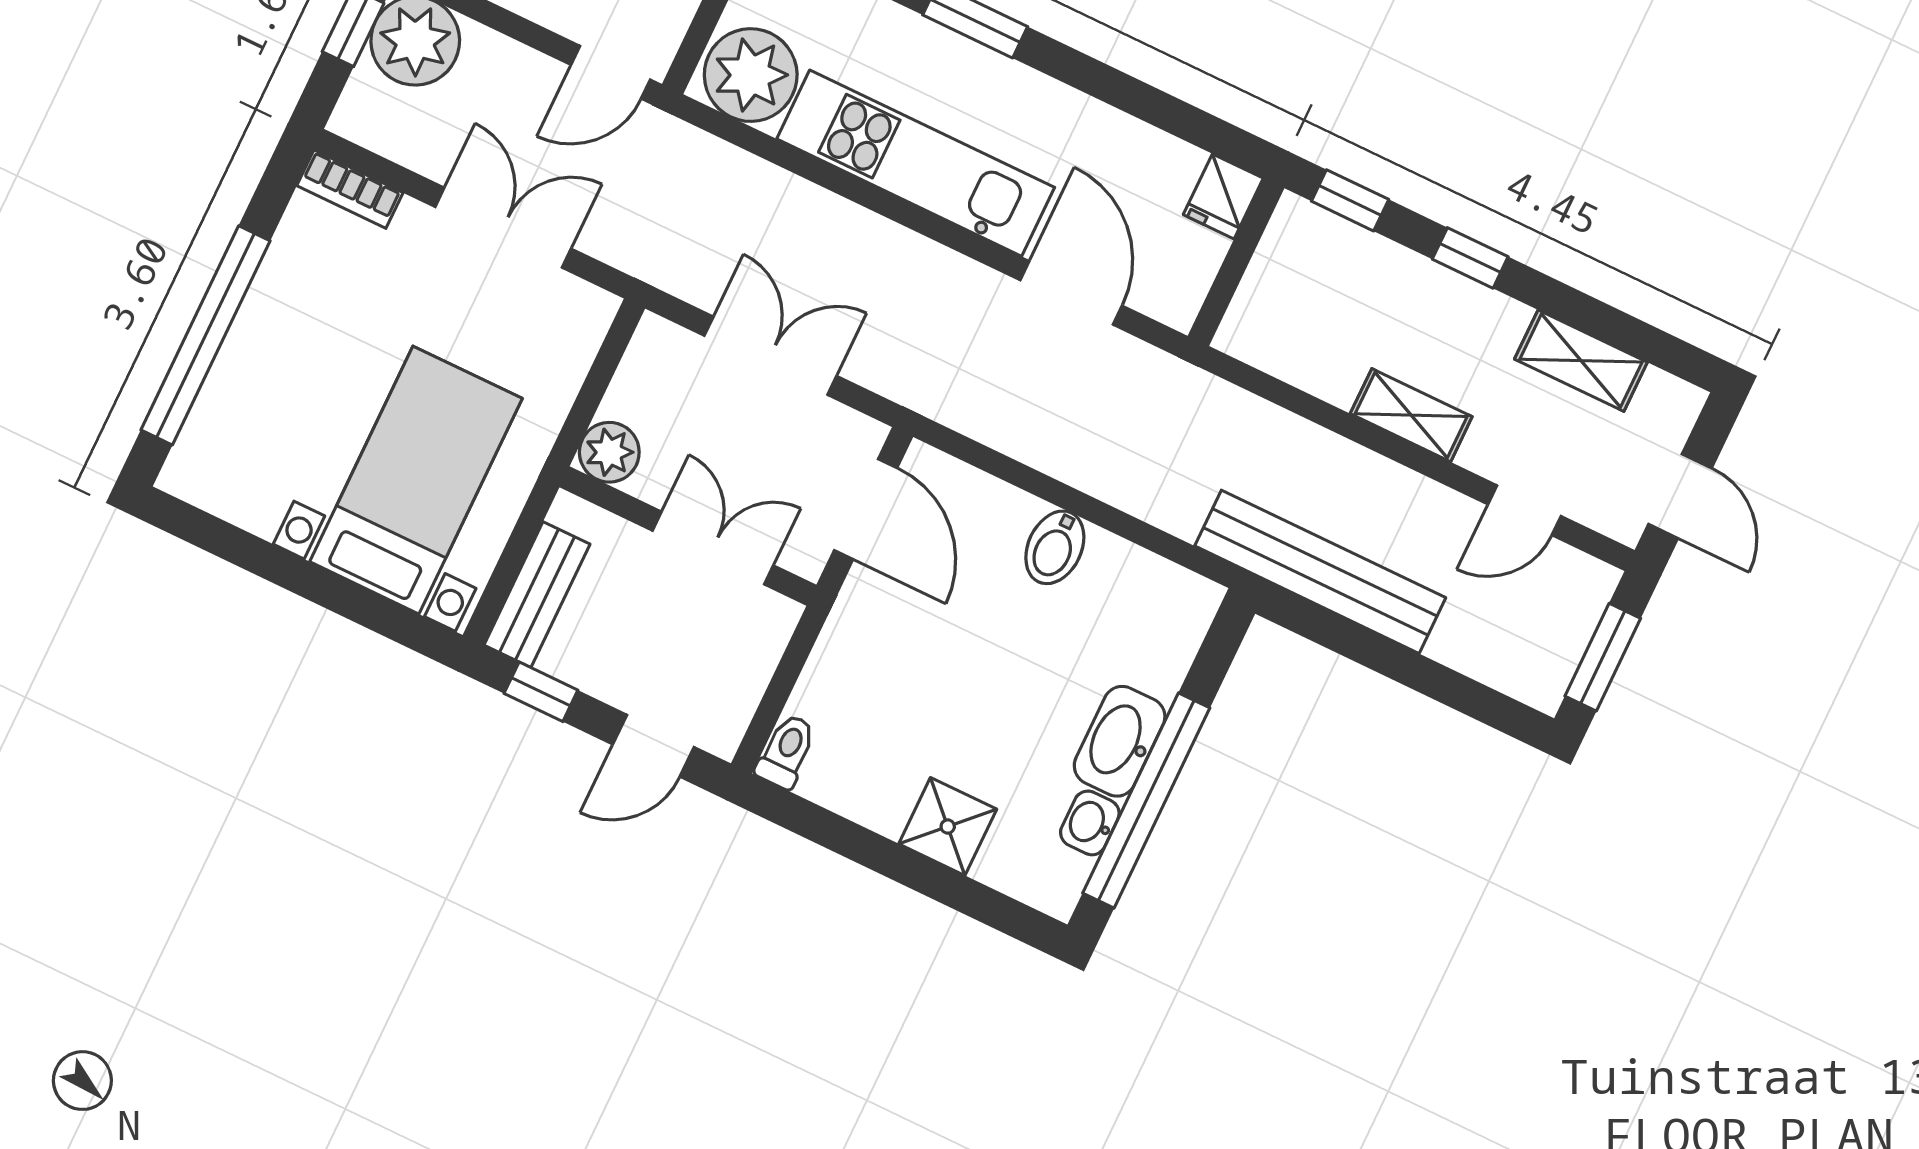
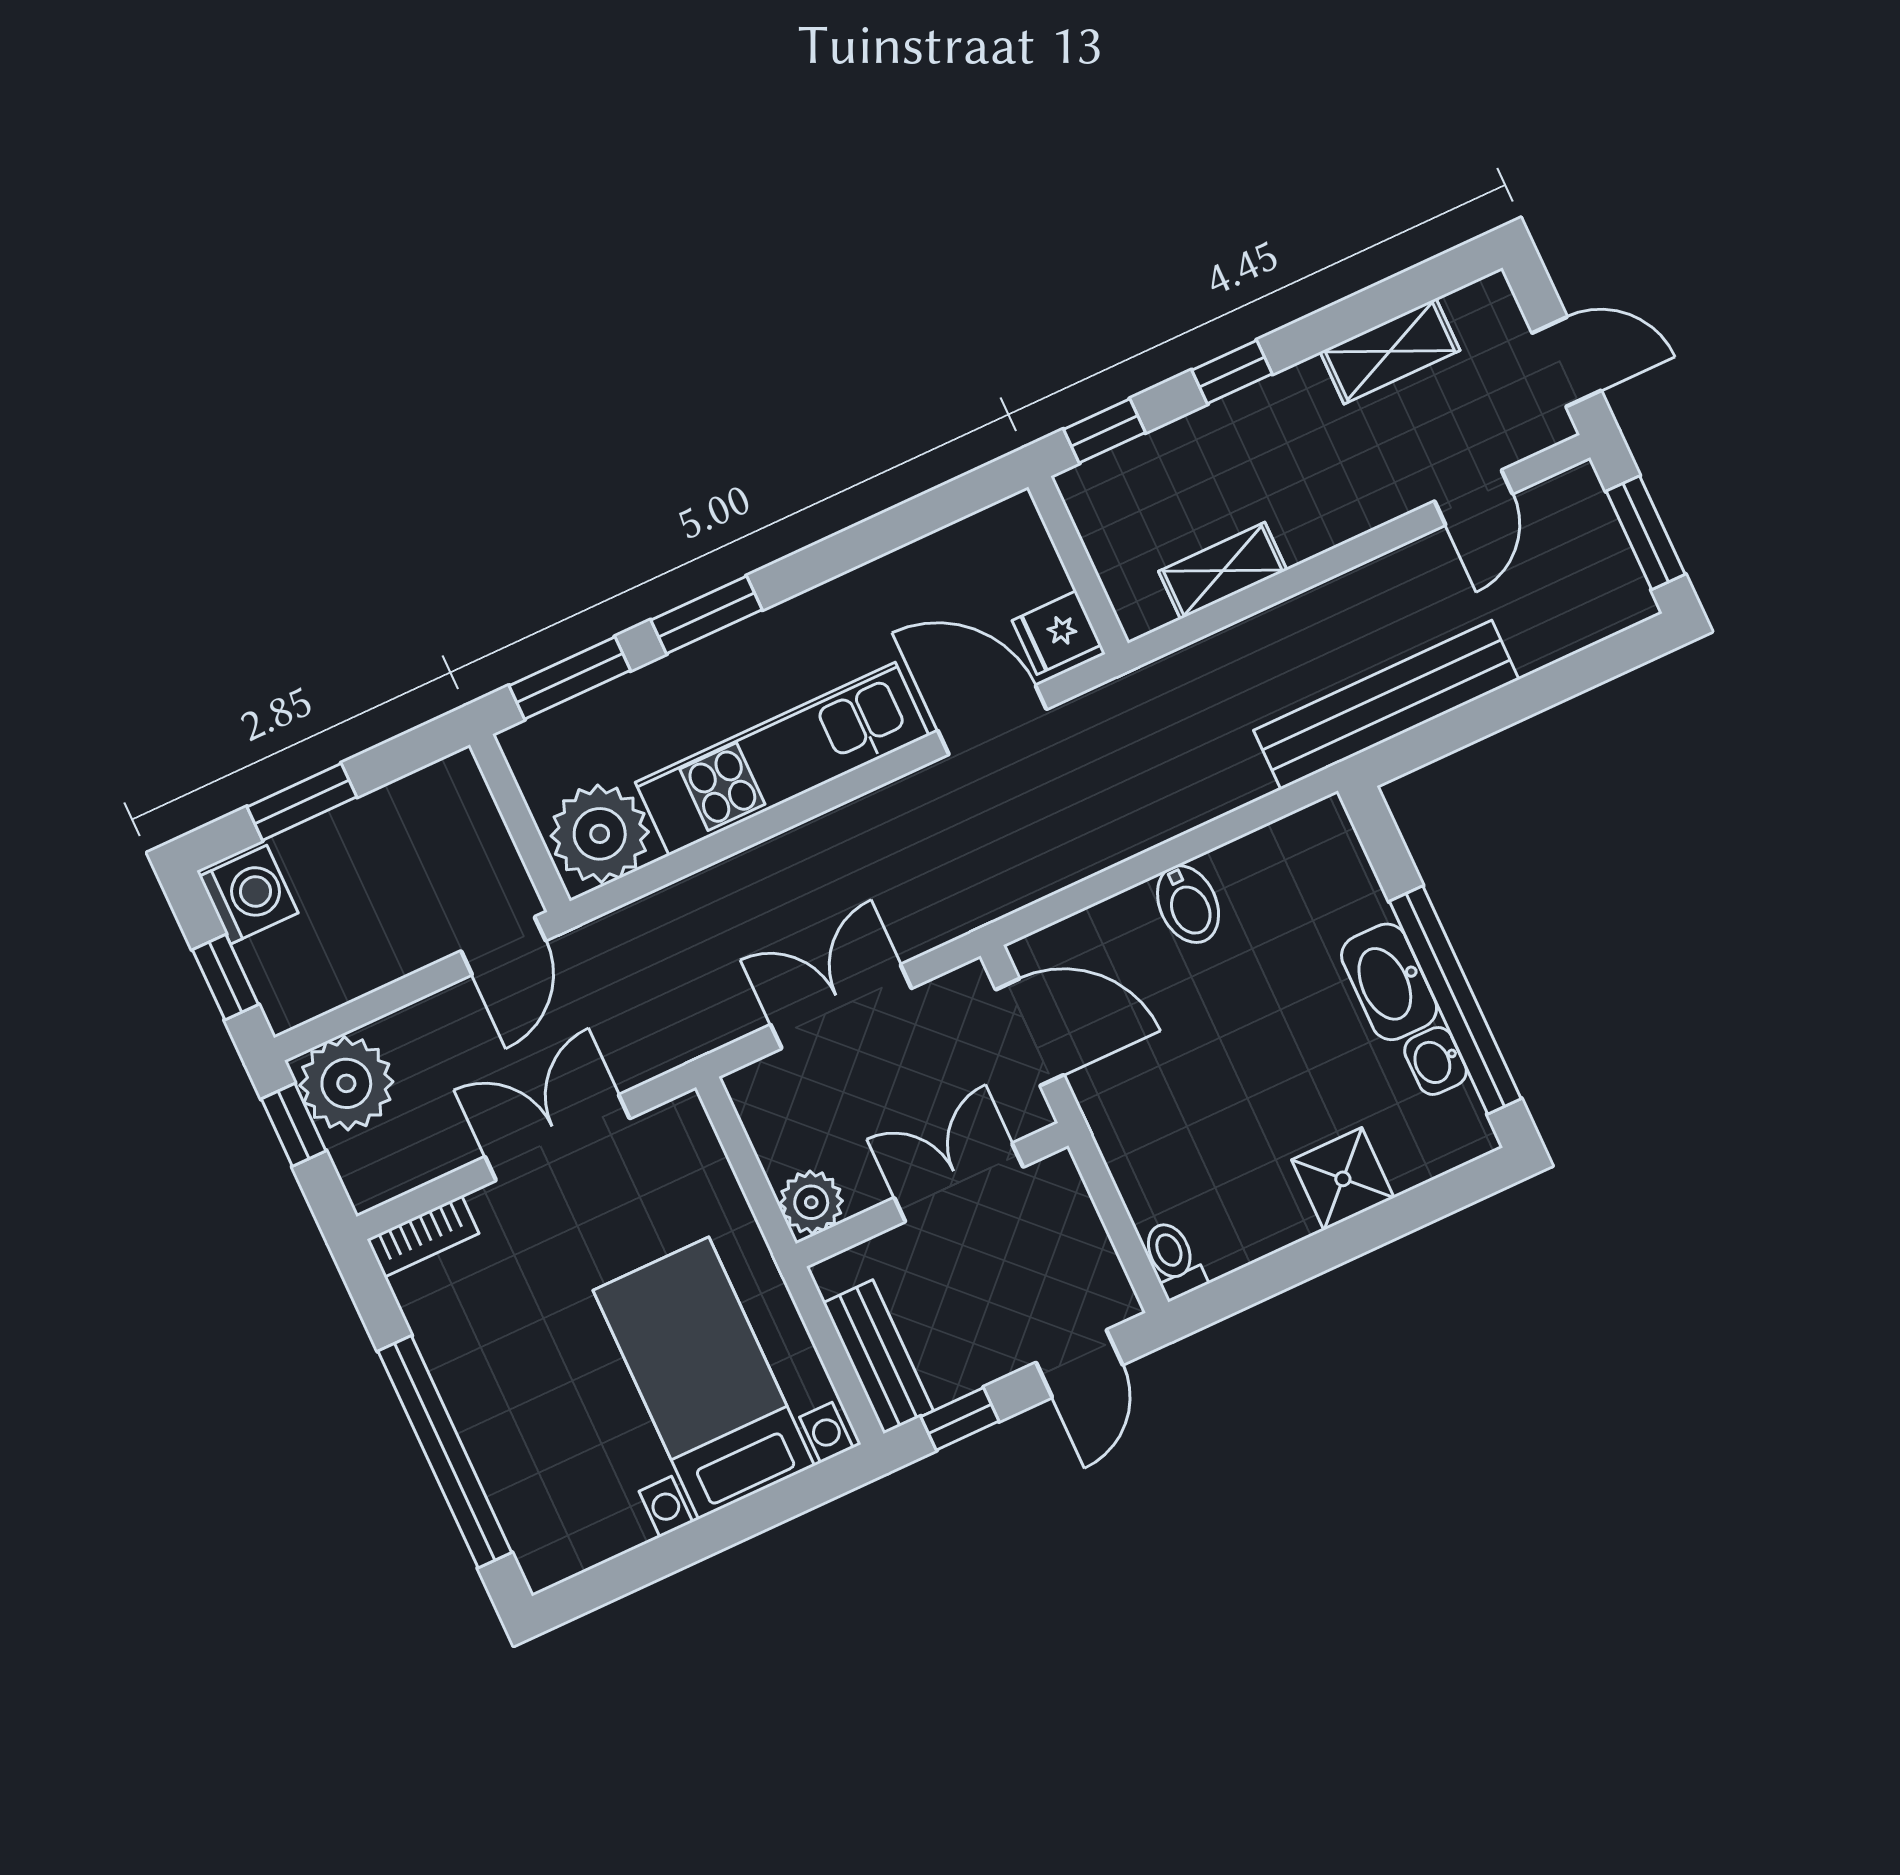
fridge: (1223, 196) -> (1057, 633), moved, turned 90
shelving: (1411, 415) -> (1223, 571), moved

